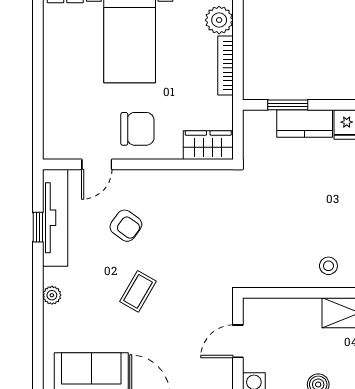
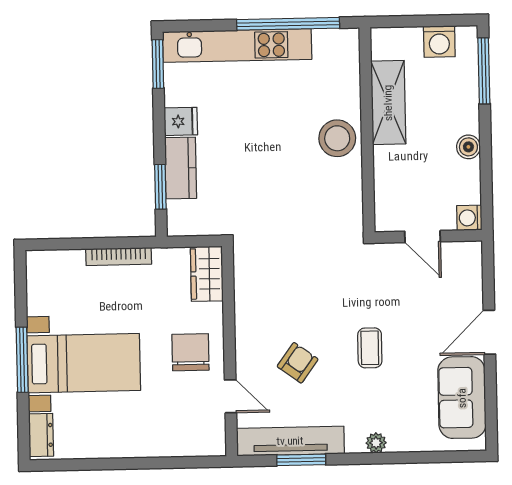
plant: (219, 20) -> (69, 265), removed
window: (38, 227) -> (301, 460), width x1.50
stool: (328, 266) -> (337, 138), width x1.89, depth x1.89
coffee table: (138, 291) -> (370, 348), turned 60

